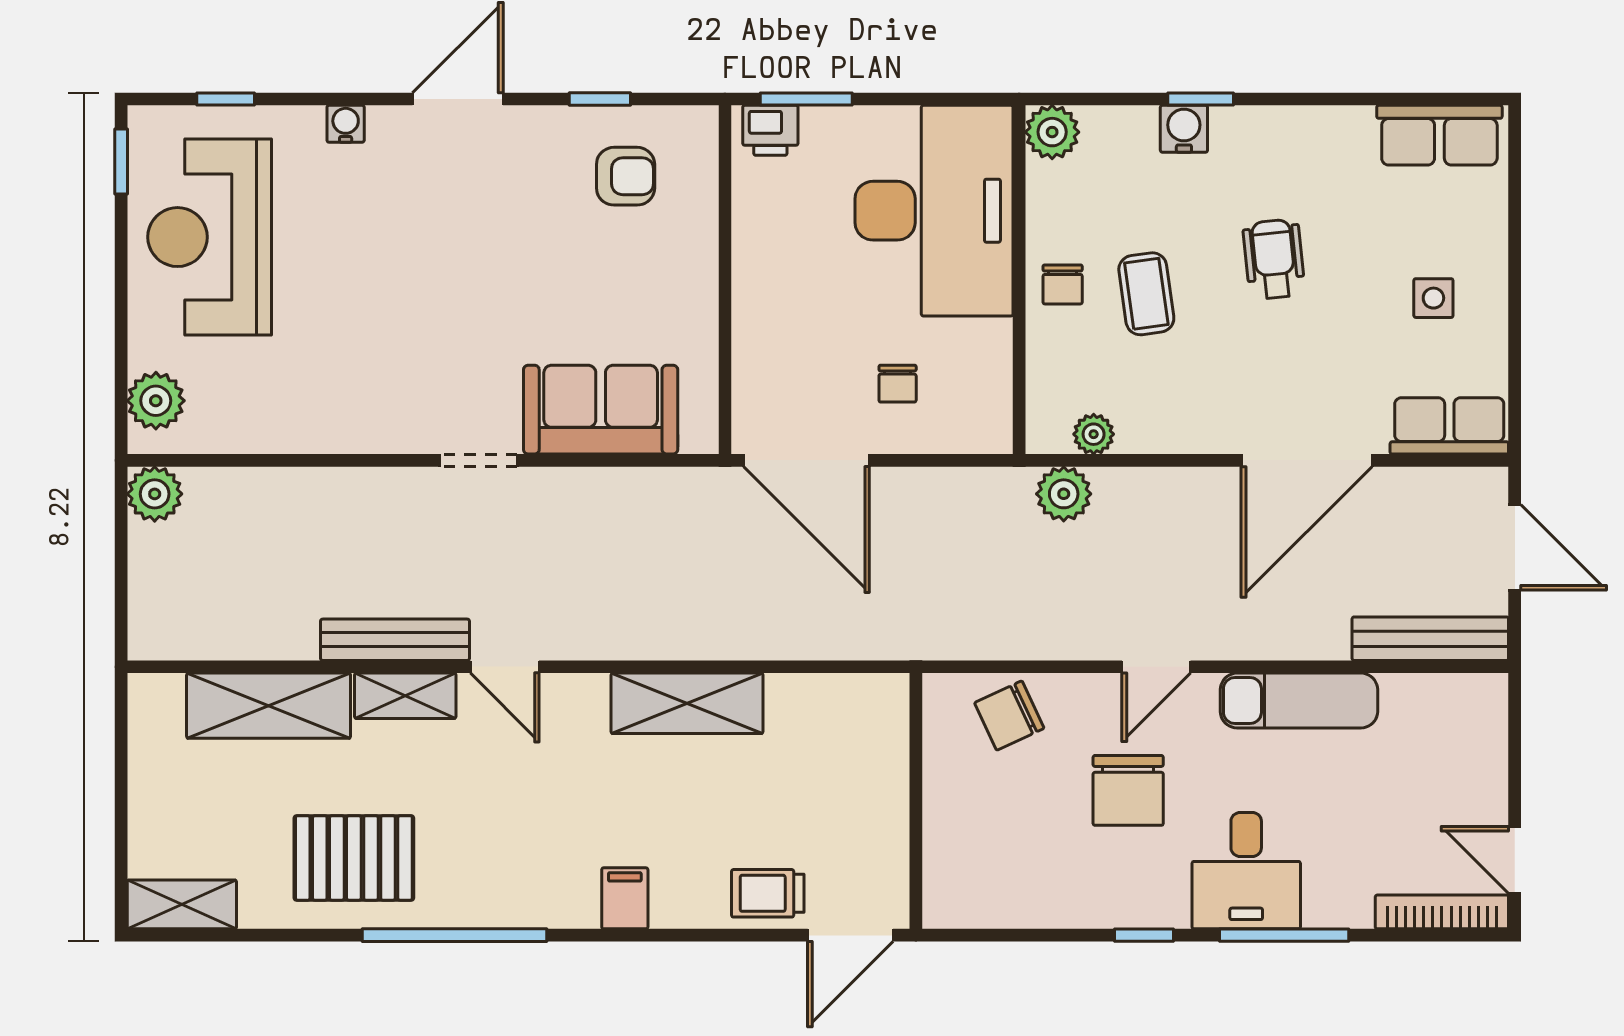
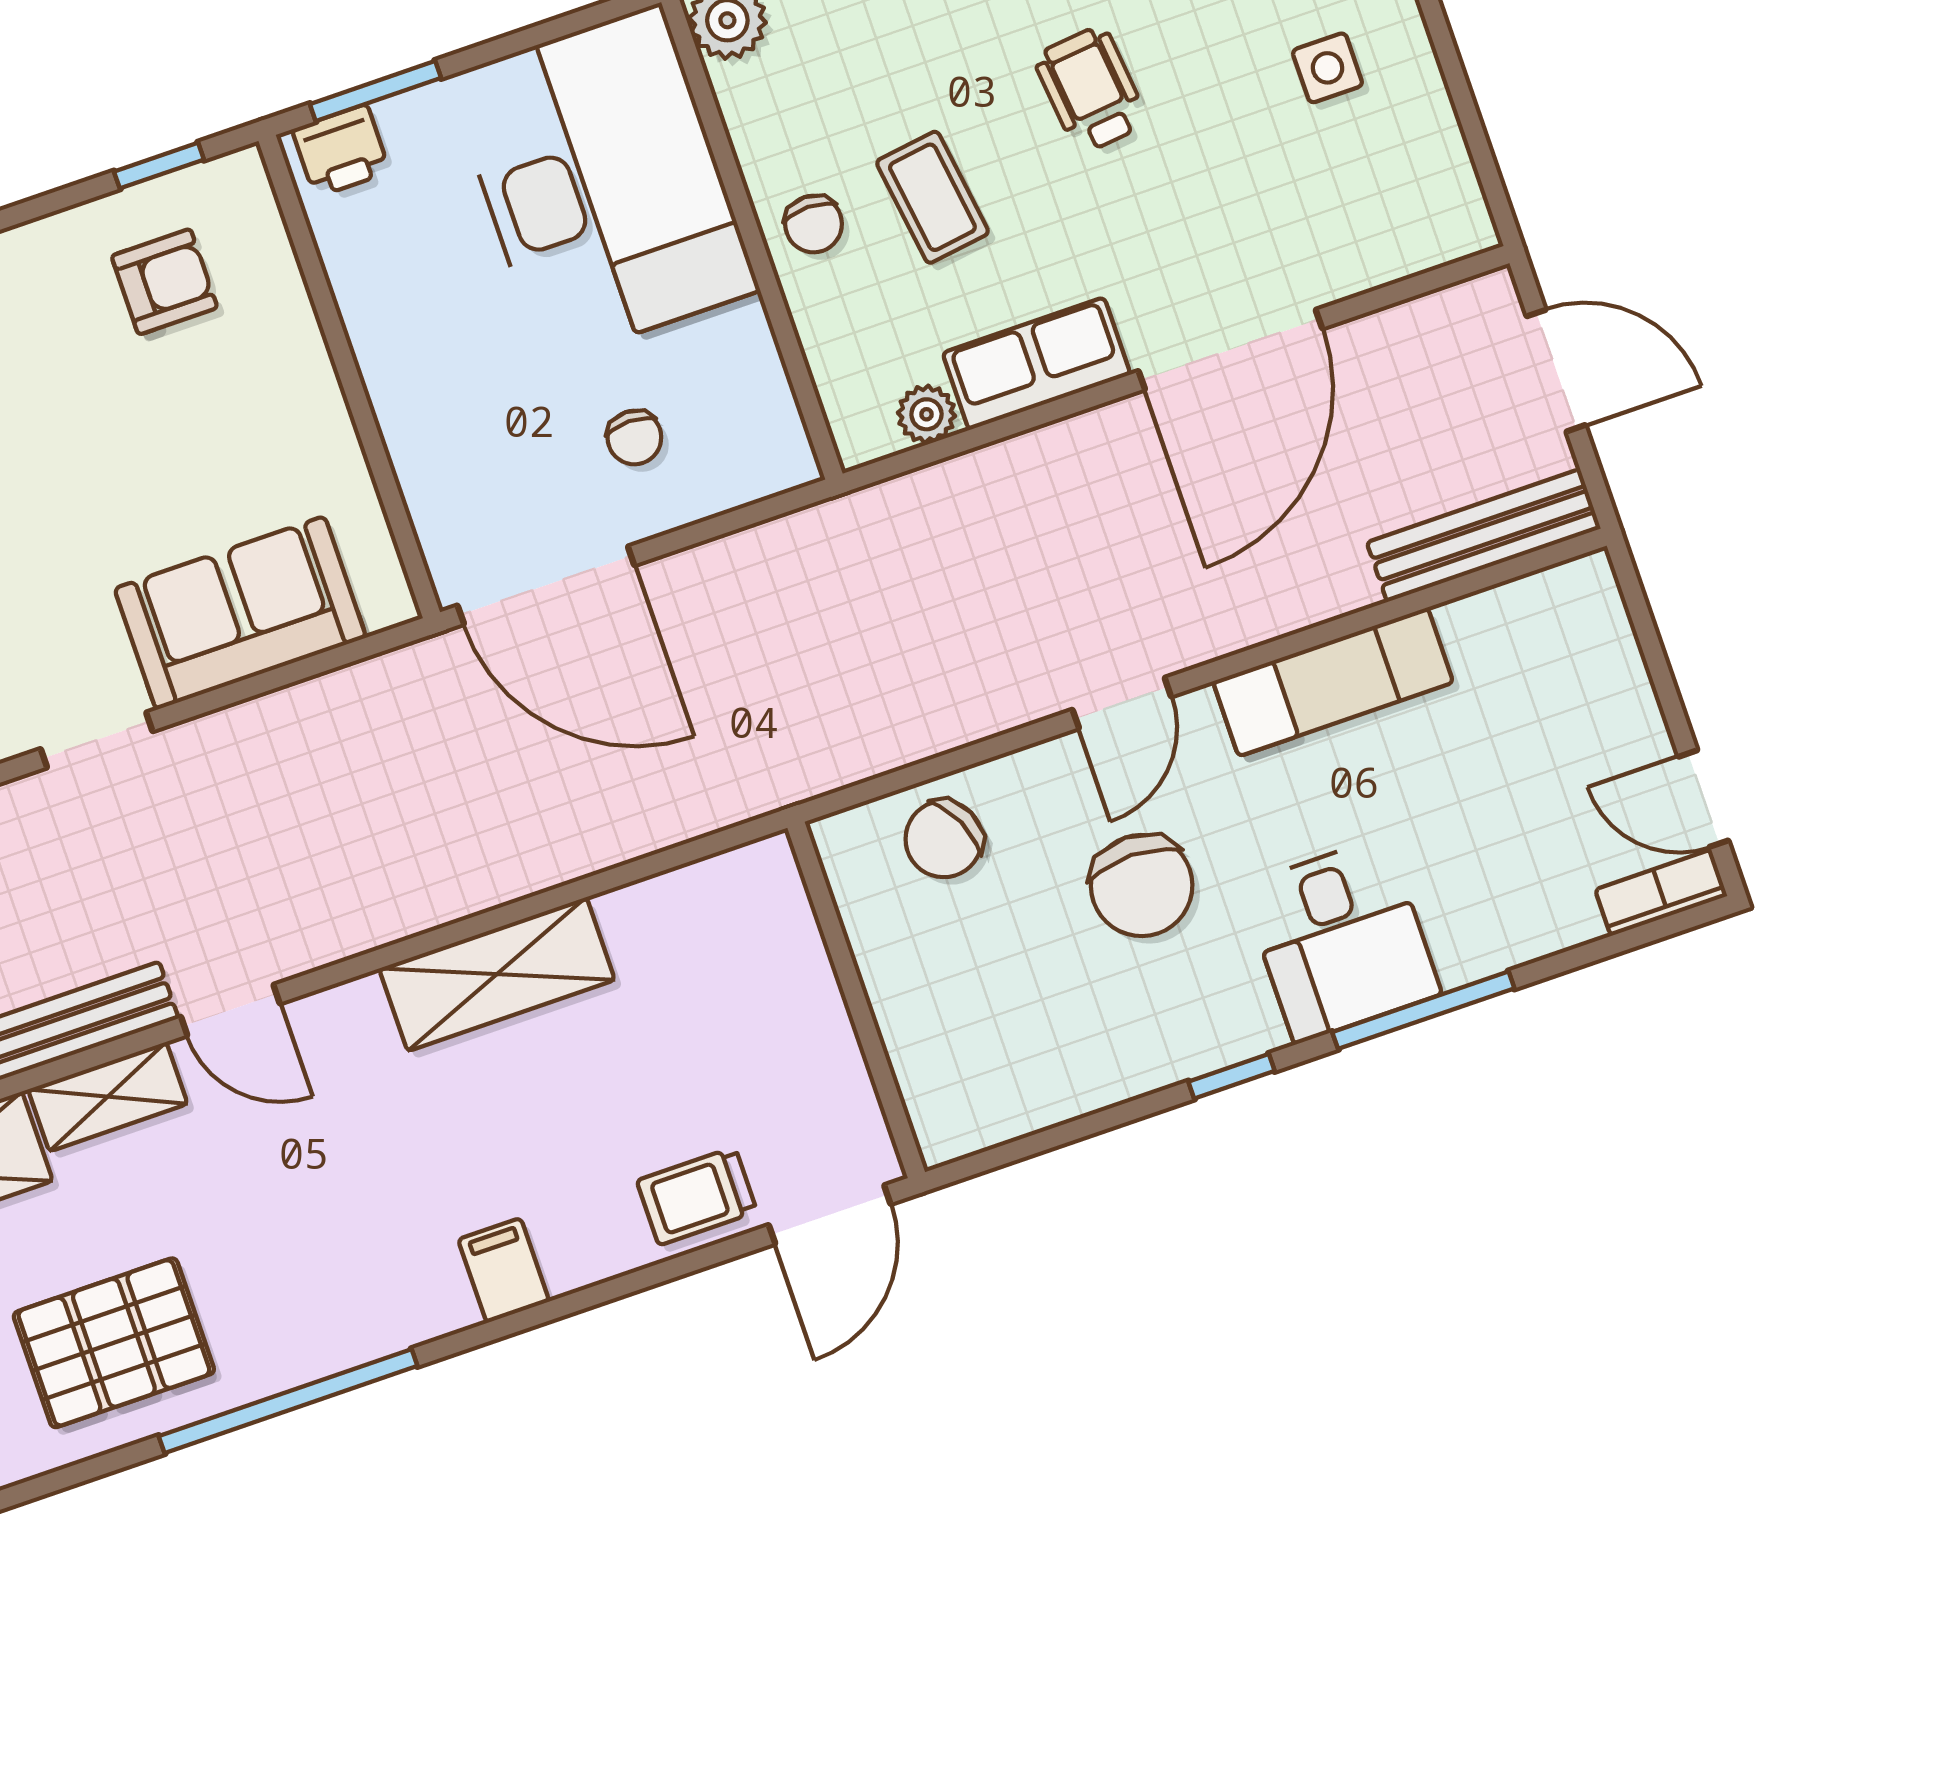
window: (600, 99) -> (159, 166), moved
row of seats: (1449, 426) -> (1036, 364), moved
plant: (1064, 494) -> (914, 510), removed
bookcase: (1442, 912) -> (1661, 893), width x0.64

